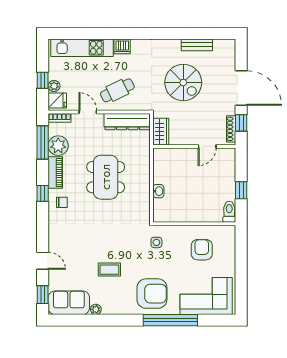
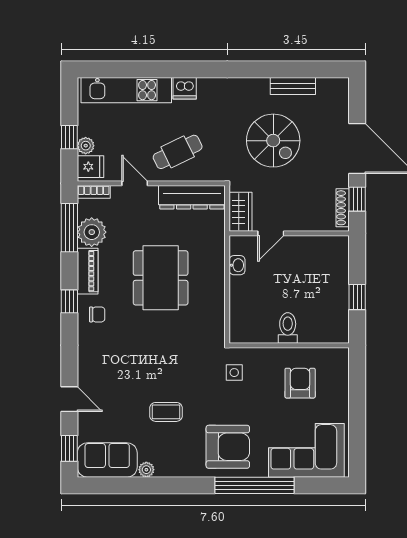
door: (207, 146) -> (271, 233), moved
washbasin: (158, 191) -> (237, 265), moved
toilet: (229, 212) -> (288, 328), moved

